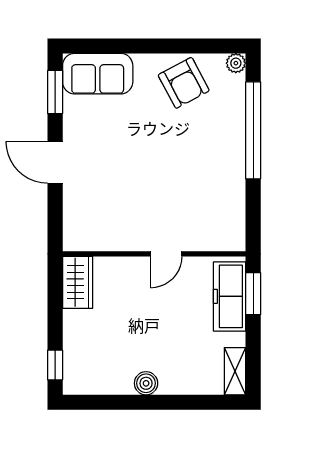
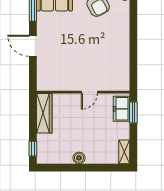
window: (253, 130) -> (133, 30), removed
wardrobe: (78, 282) -> (44, 113), width x1.50
freezer: (230, 296) -> (121, 109), width x0.71

